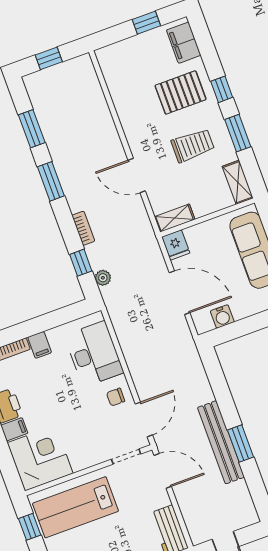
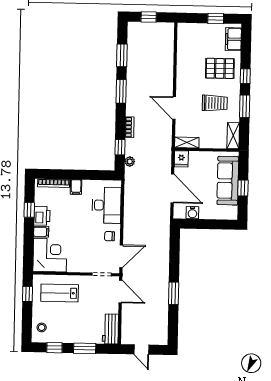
bench: (221, 442) -> (162, 288), removed
lab bench: (76, 507) -> (60, 293), width x0.73, depth x0.72

